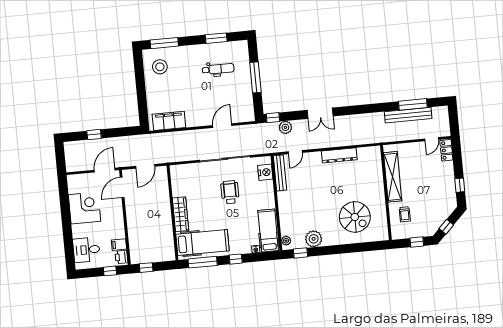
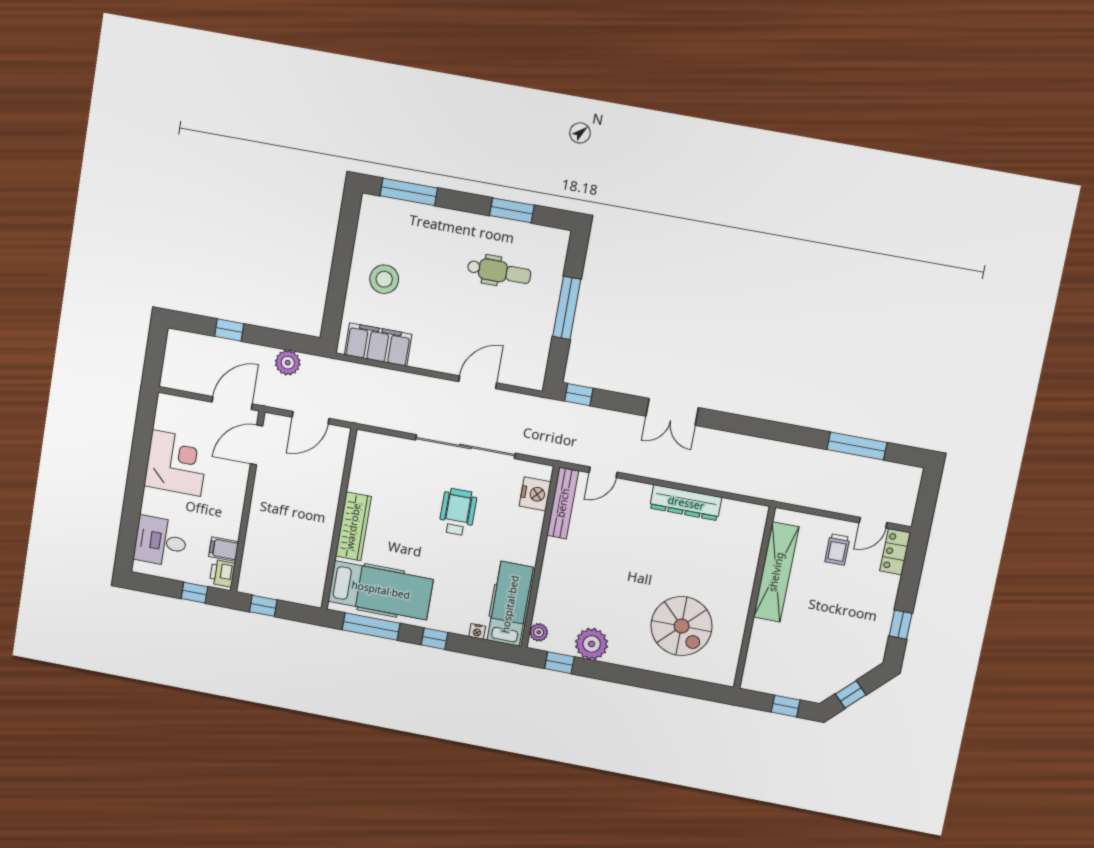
stool: (160, 67) -> (384, 279), moved
bench: (408, 115) -> (841, 464), removed
plant: (285, 127) -> (288, 363), moved
trolley: (405, 214) -> (837, 549), moved

